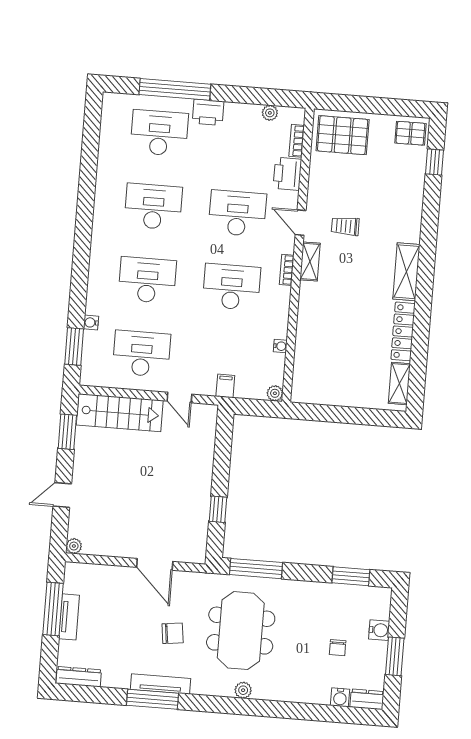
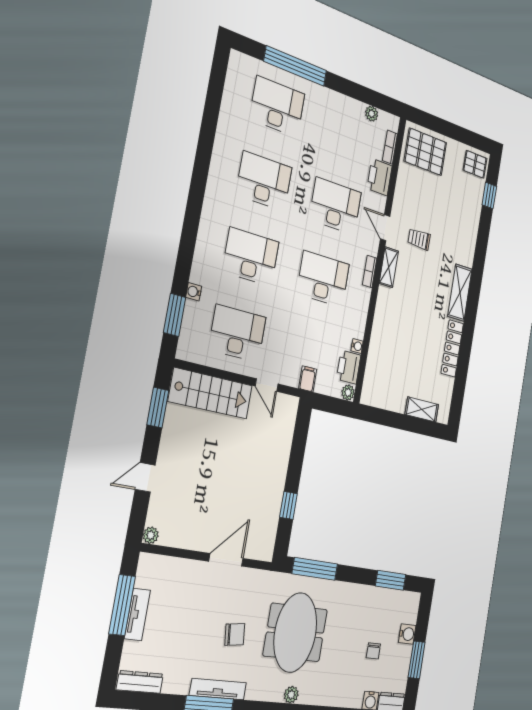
printer: (208, 112) -> (349, 367), moved, turned 90
shelving: (399, 383) -> (422, 409), moved, turned 90
door: (155, 564) -> (226, 560), swing flipped

